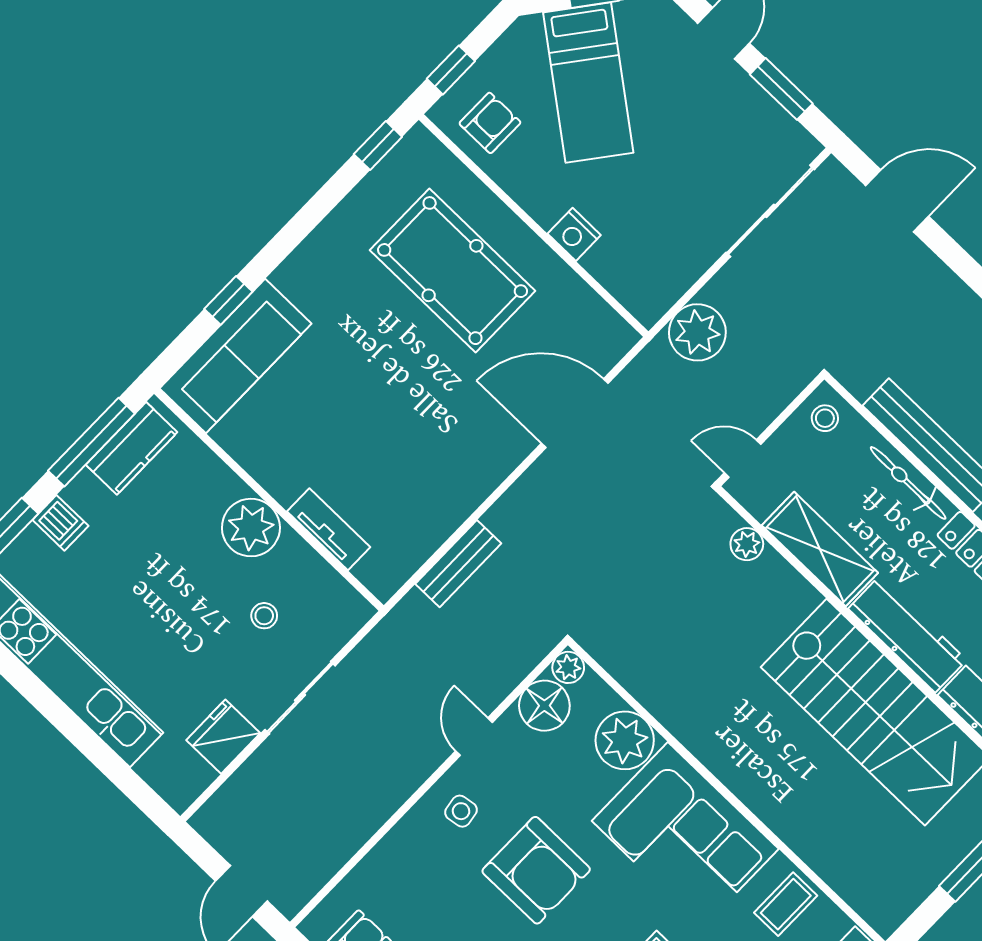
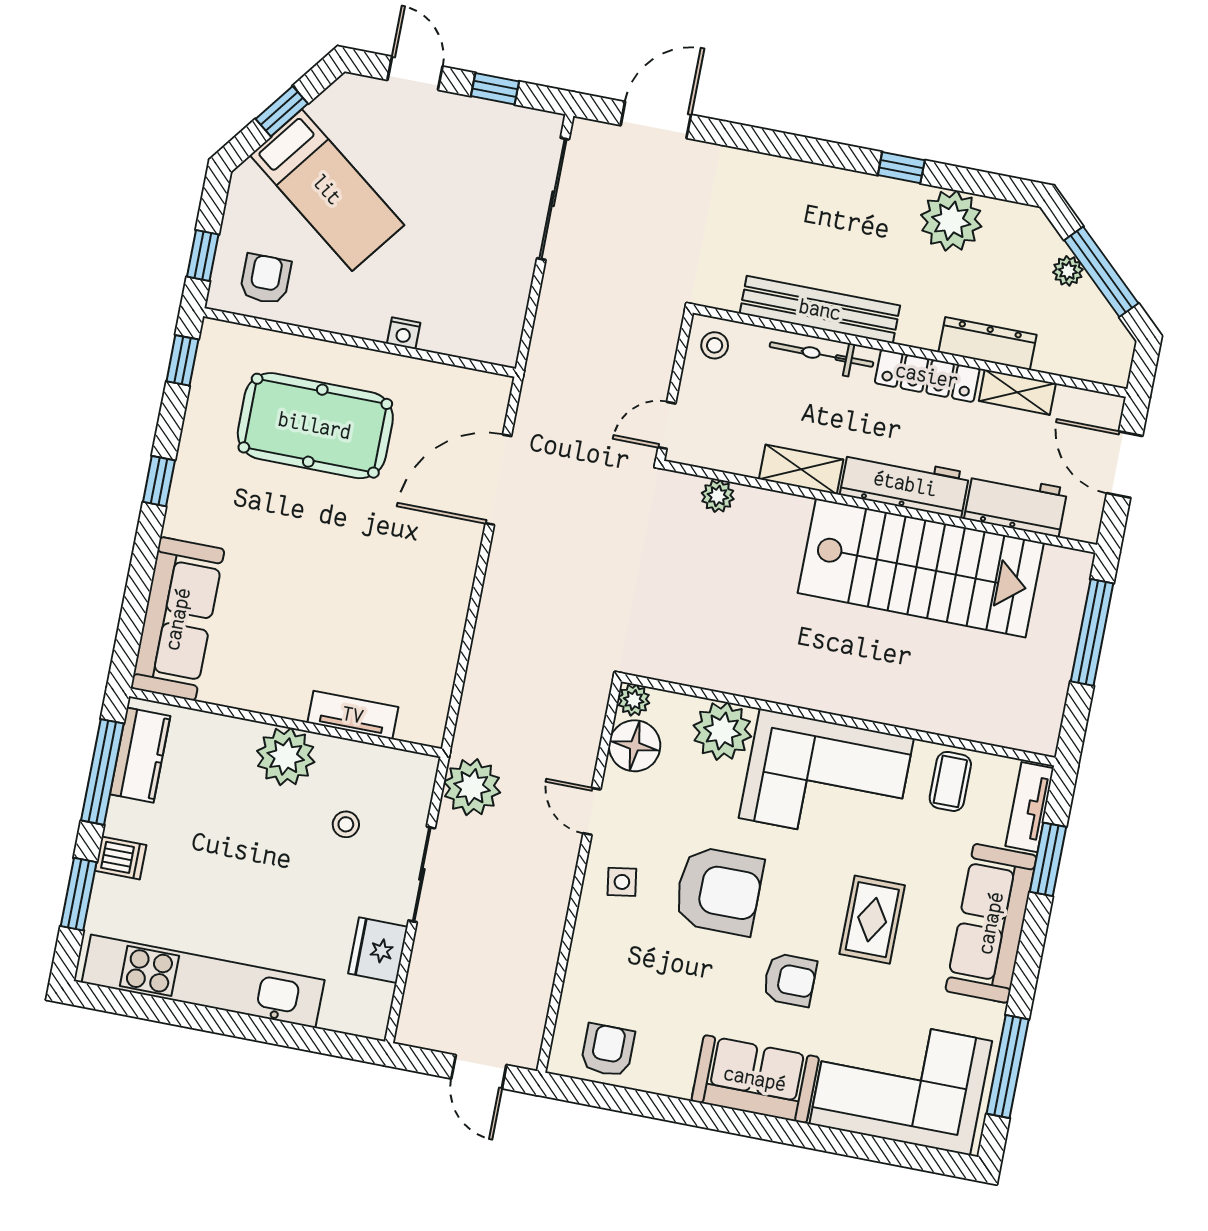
window: (781, 89) -> (495, 89), width x0.67
nightstand: (574, 234) -> (404, 333), width x0.72, depth x0.74
window: (228, 300) -> (159, 481), moved
plant: (697, 332) -> (472, 787), moved
shelving: (820, 549) -> (801, 469), width x0.67, depth x0.75
bench: (458, 564) -> (483, 672), removed

